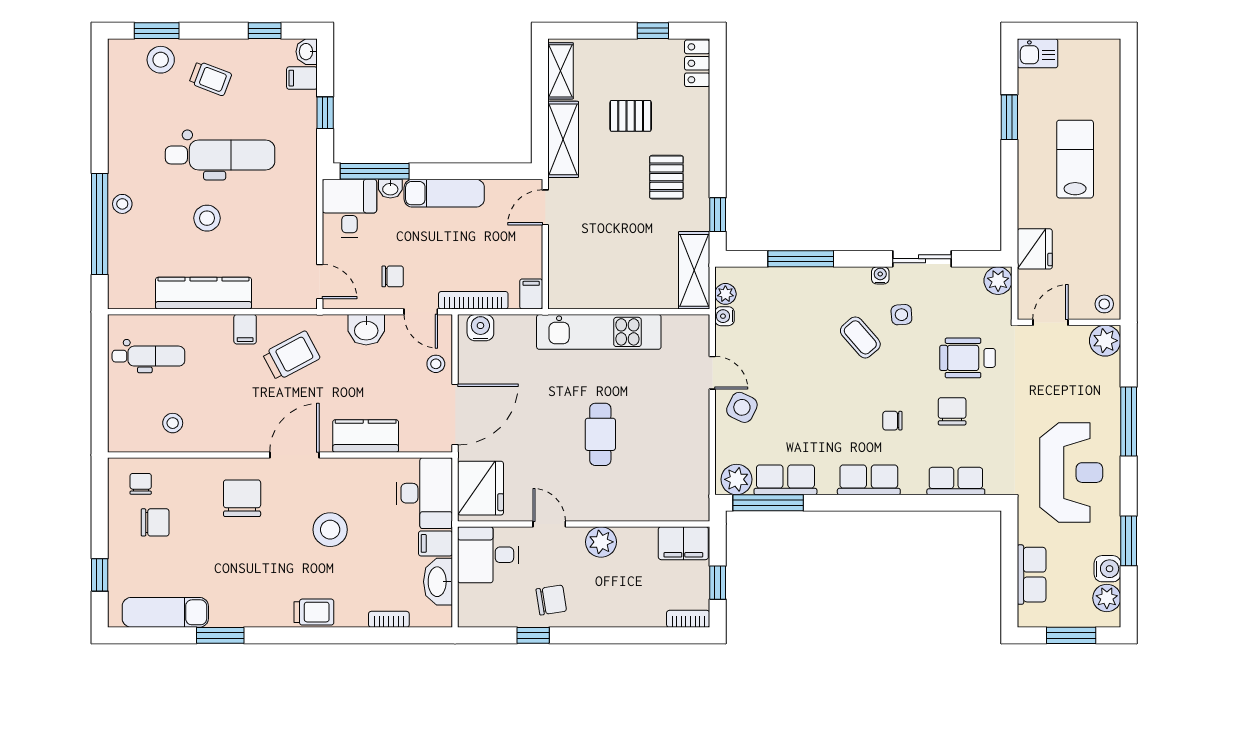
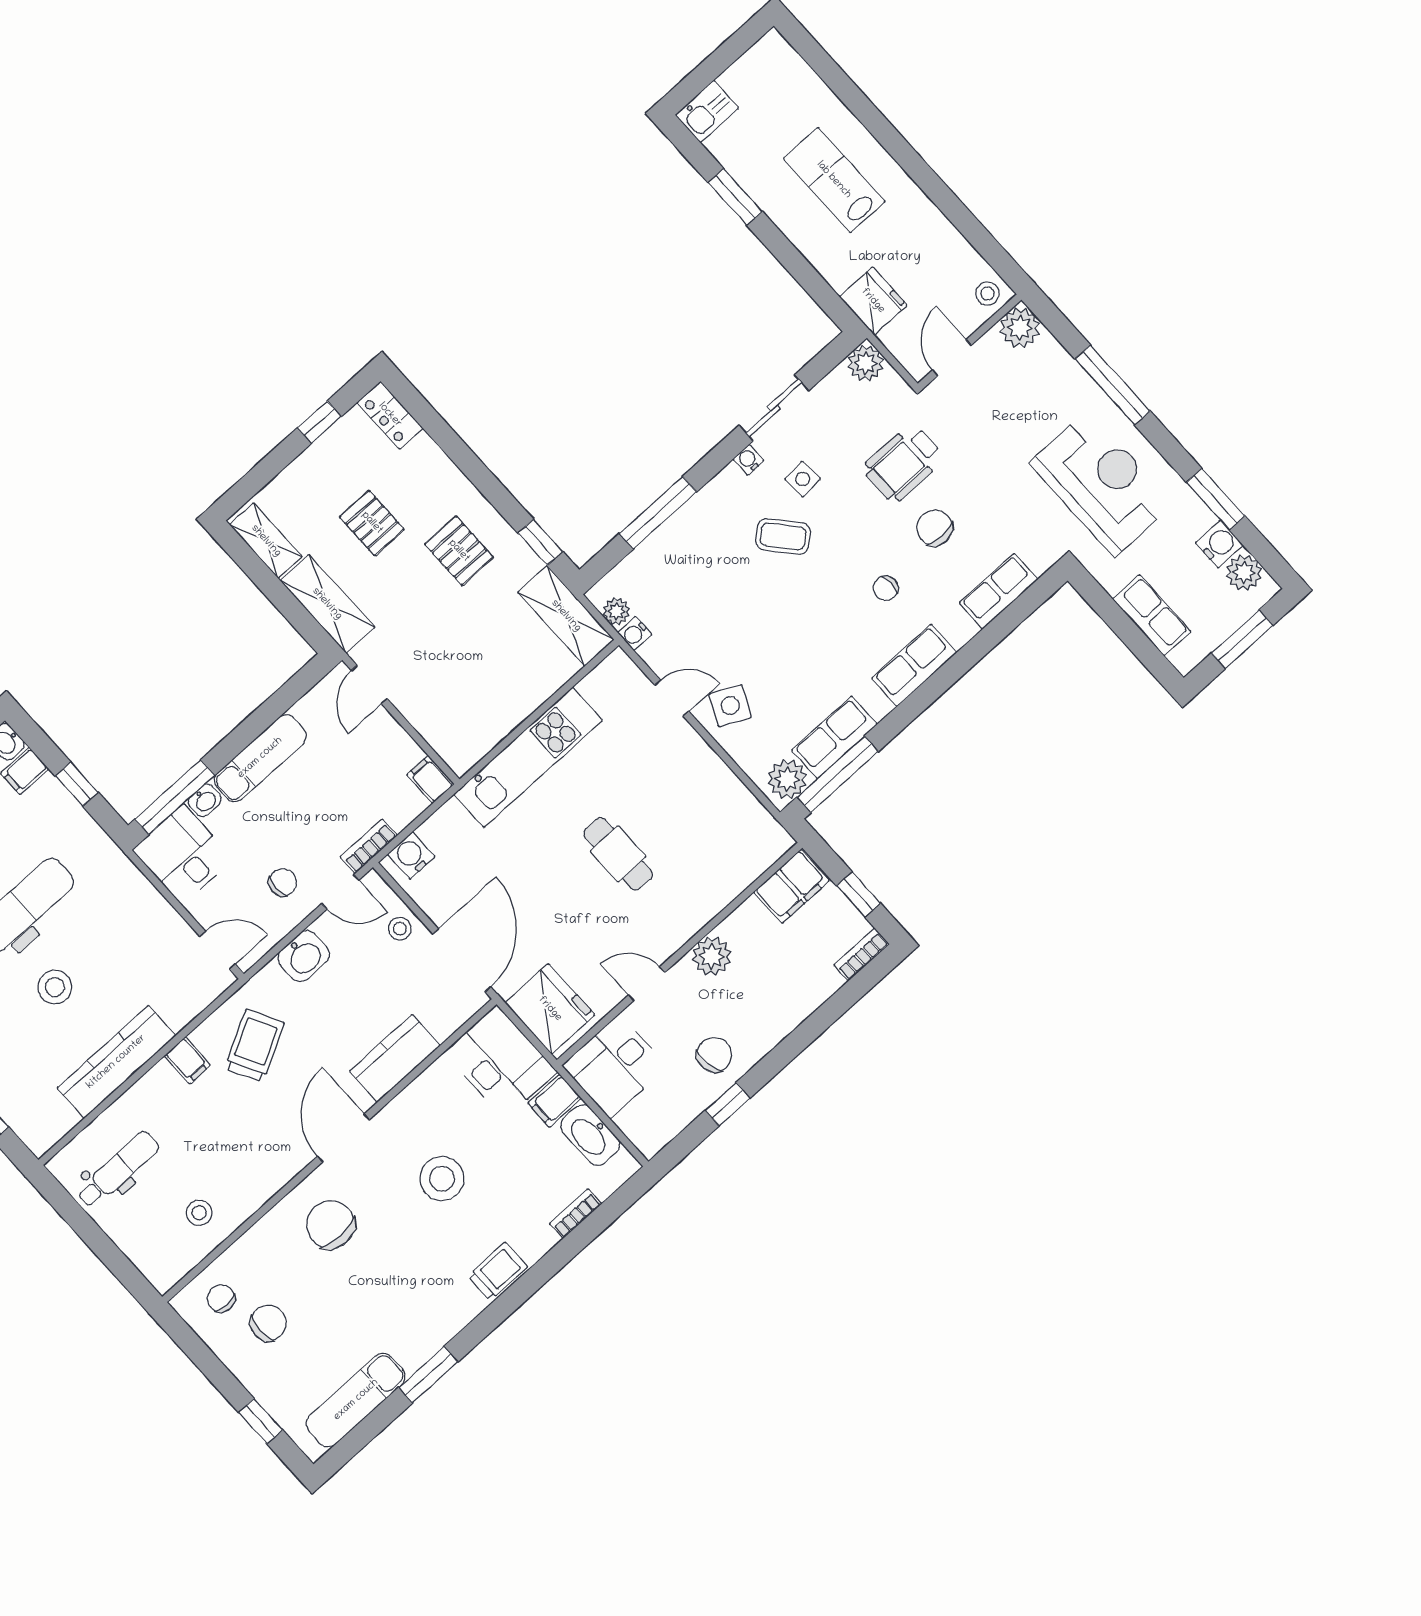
pallet: (631, 116) -> (372, 523), turned 90
bookcase: (473, 300) -> (369, 846), width x0.64

